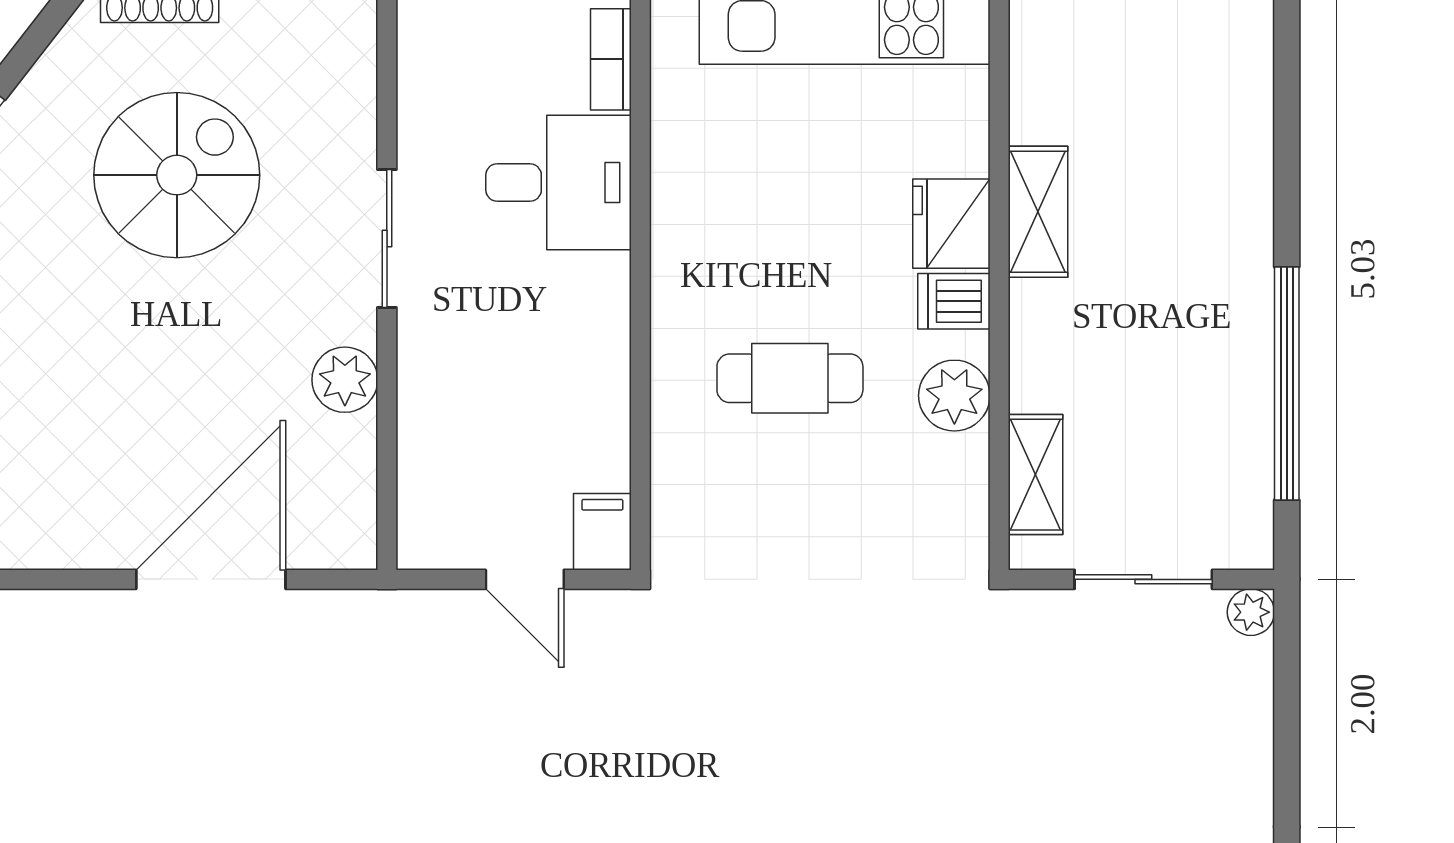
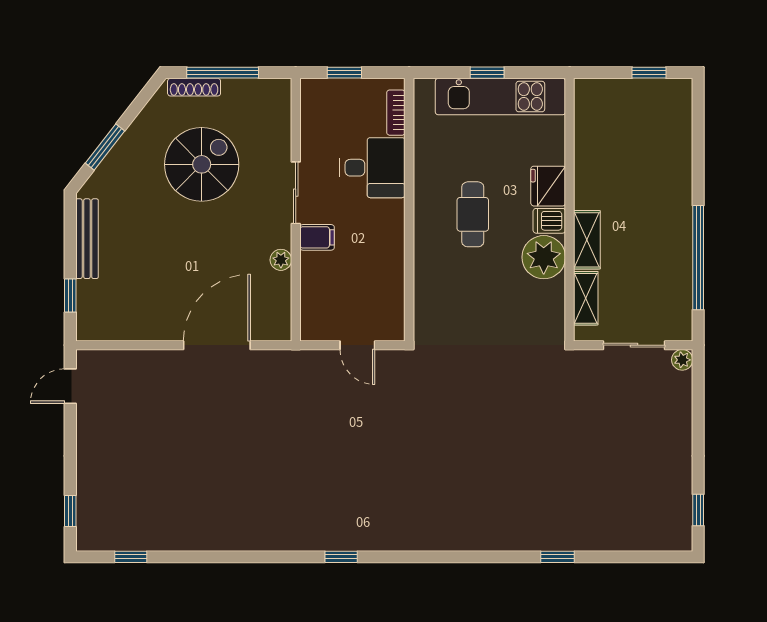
shelving: (1038, 212) -> (587, 240), moved
cafe table: (790, 378) -> (473, 214), moved, turned 90
plant: (345, 380) -> (281, 260), width x0.73, depth x0.73
plant: (954, 396) -> (544, 257), width x1.36, depth x1.36
filing cabinet: (602, 532) -> (317, 237), moved, turned 90

